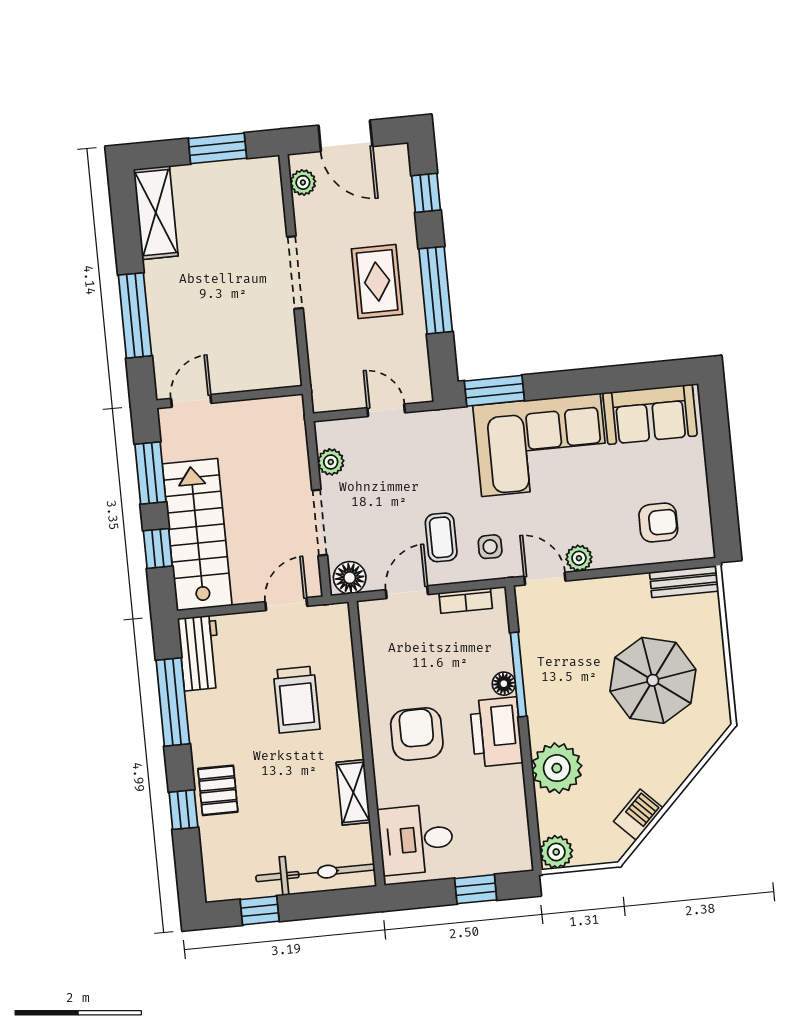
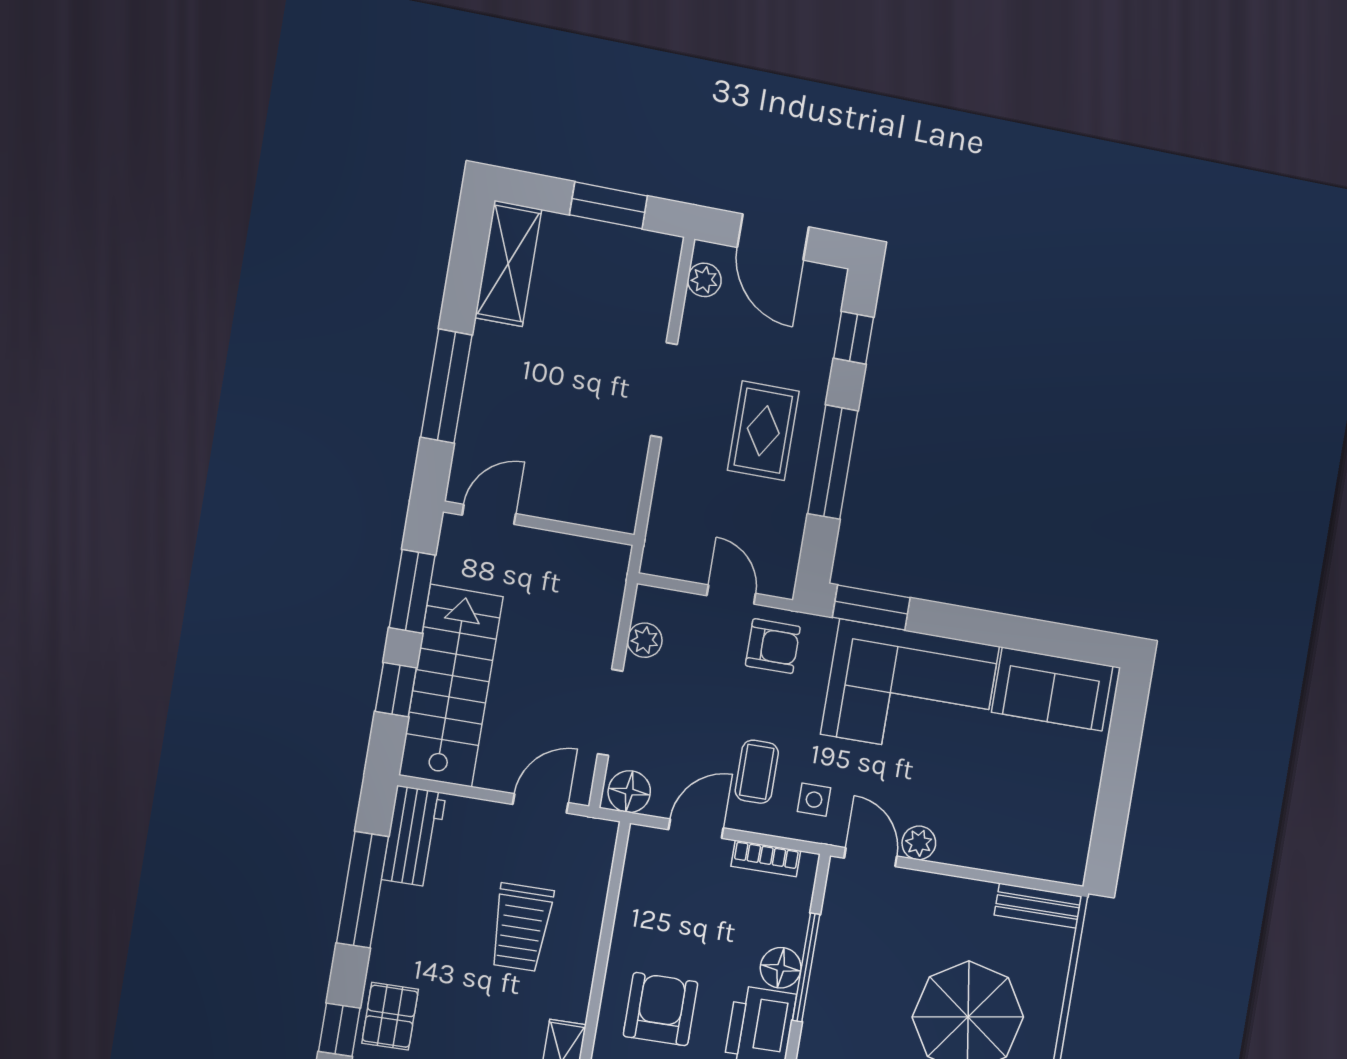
armchair: (658, 523) -> (773, 646), moved
floor lamp: (504, 684) -> (781, 968), width x1.37, depth x1.37

